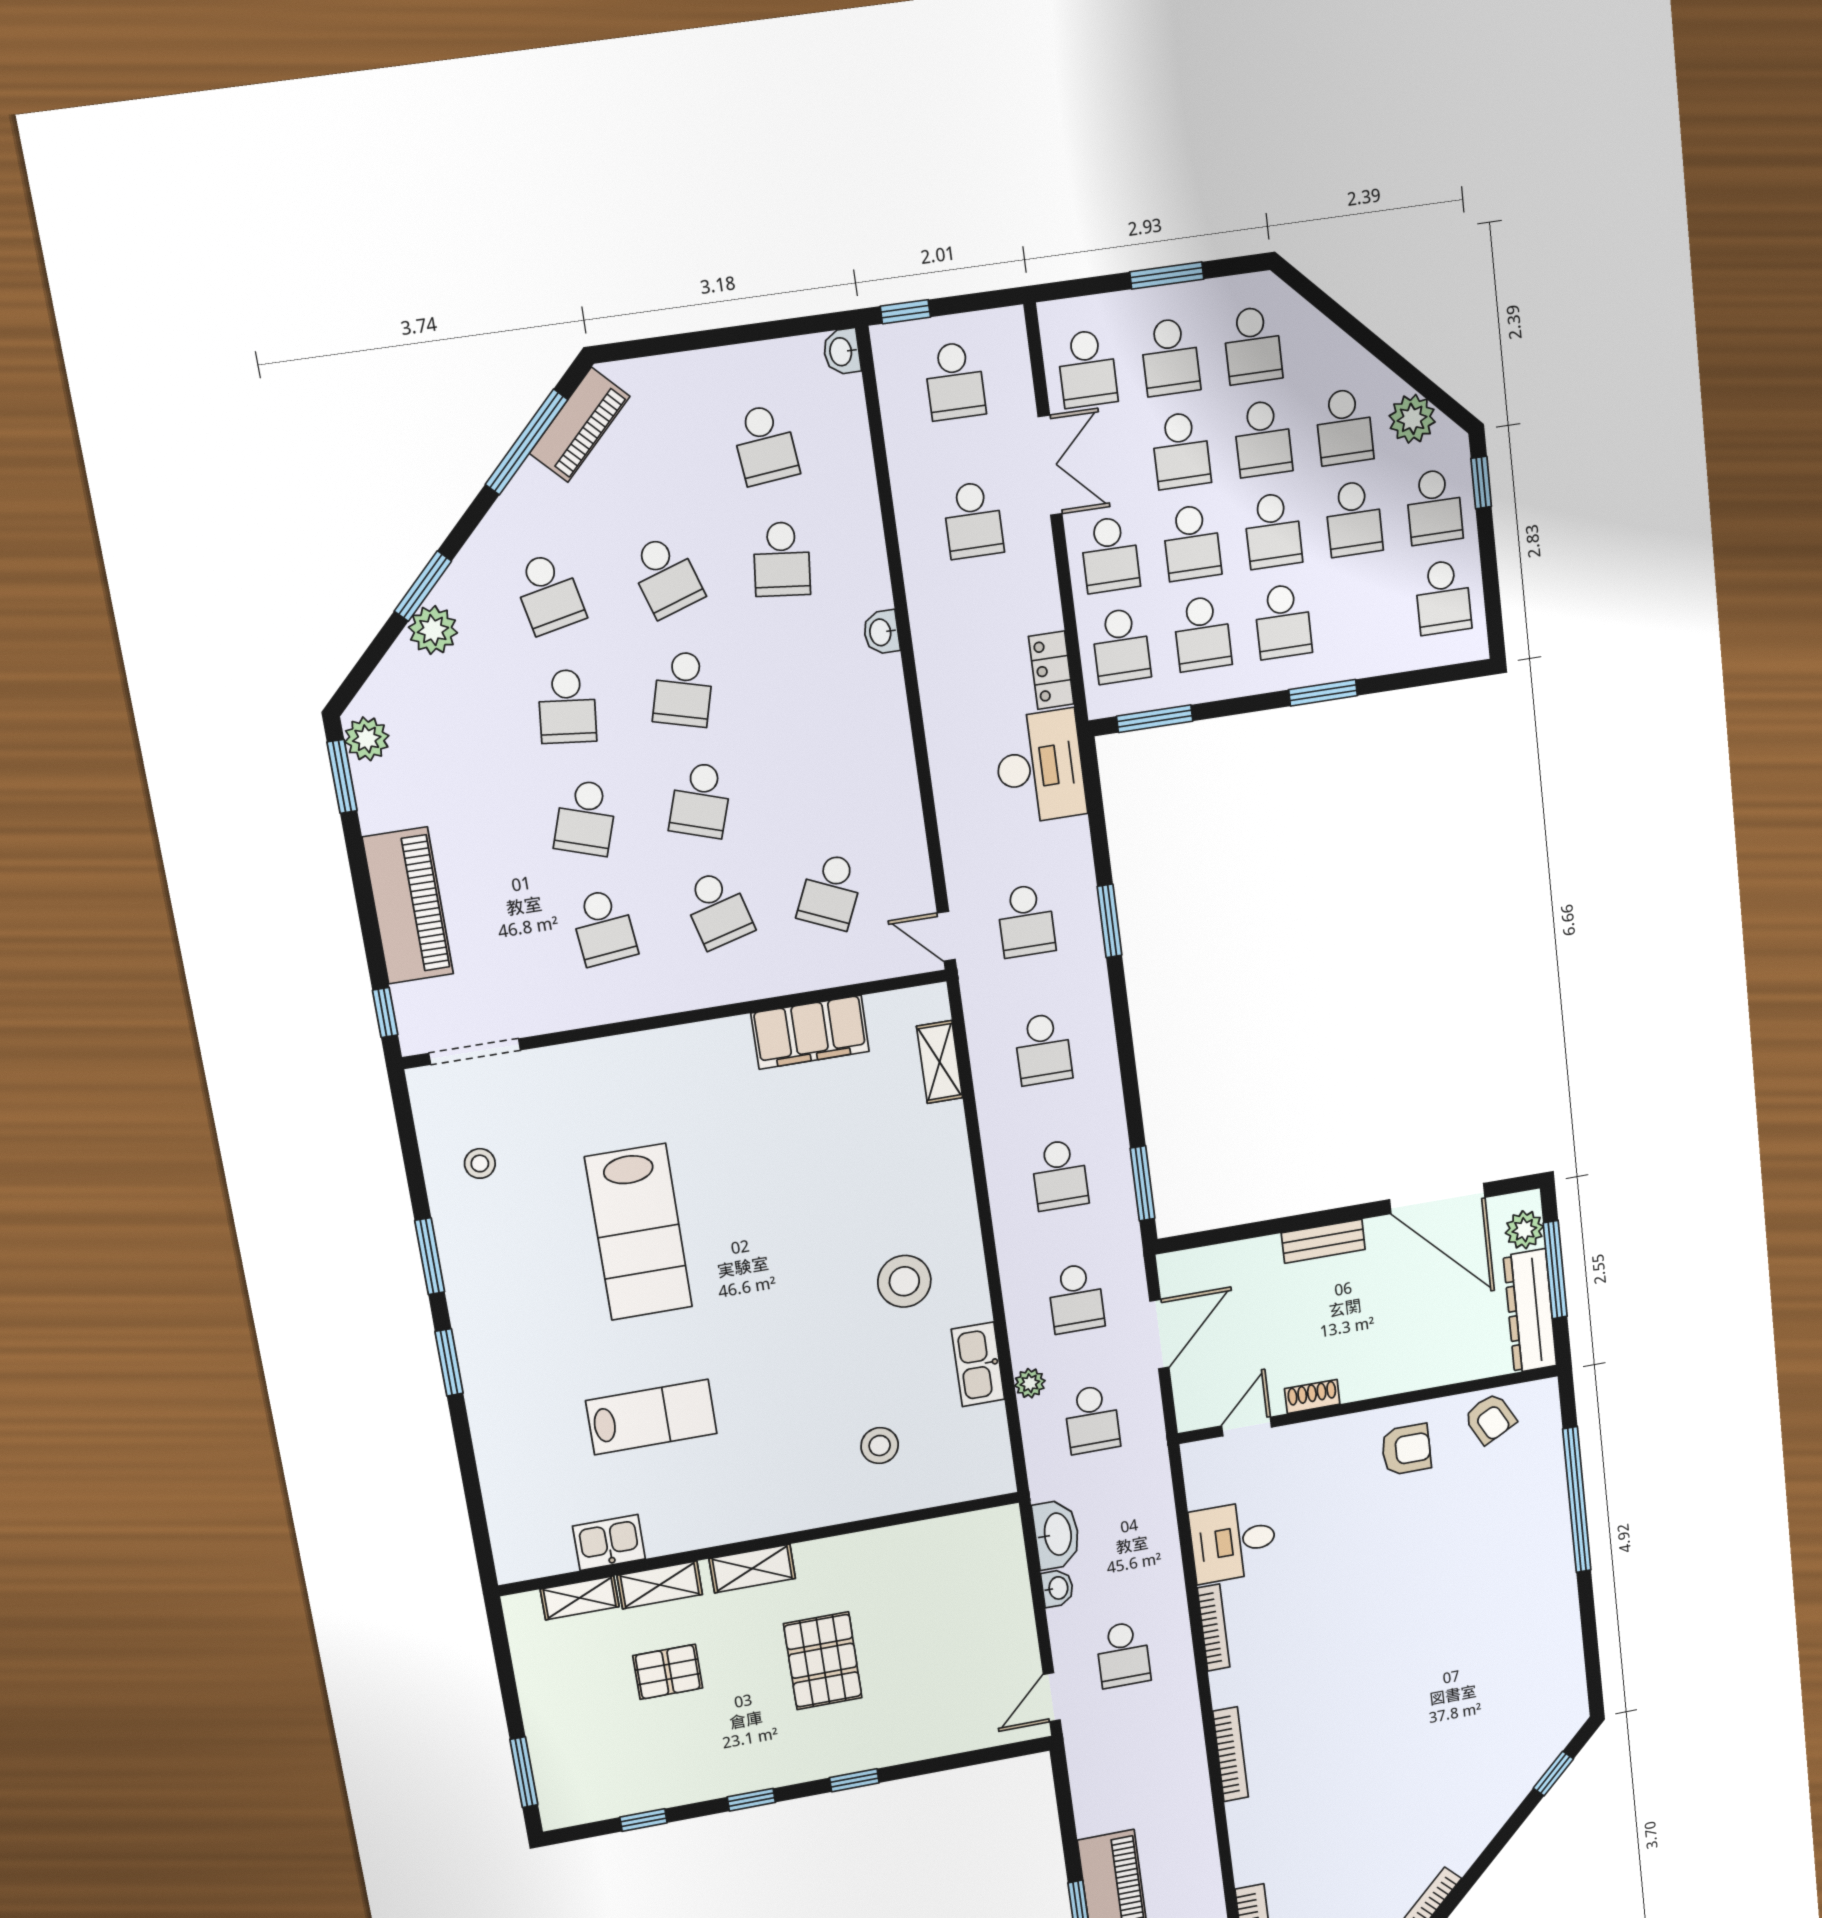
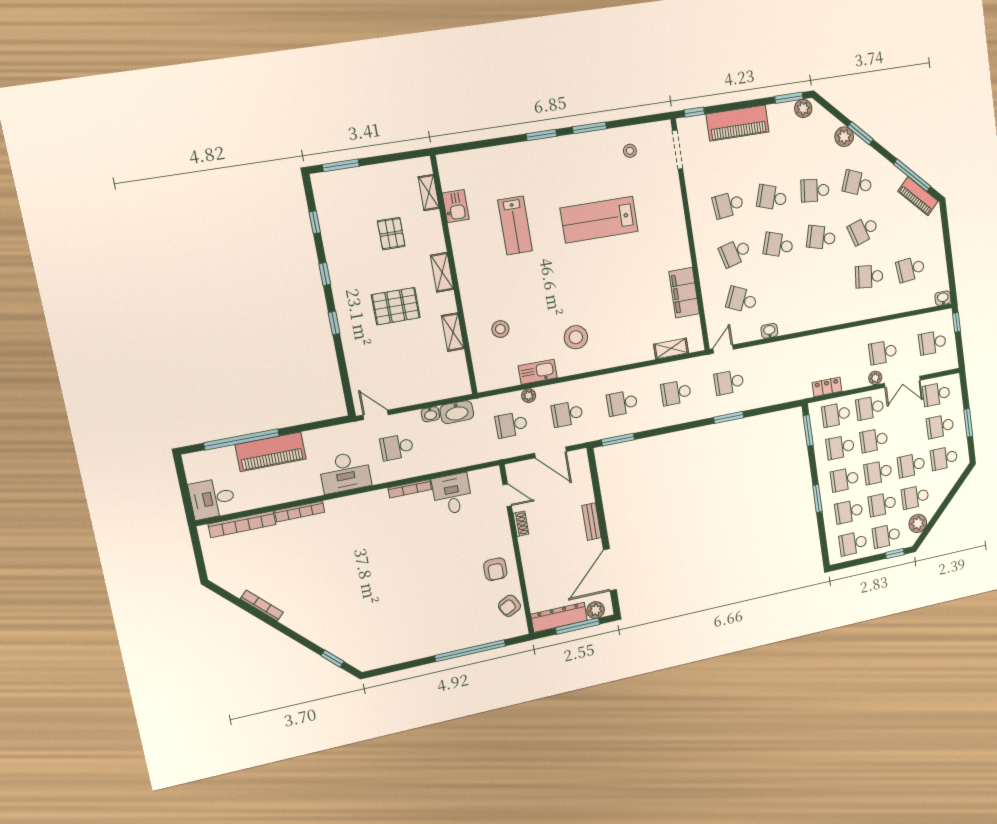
school desk: (1181, 450) -> (849, 512), moved
plant: (1036, 540) -> (875, 378), added
school desk: (549, 593) -> (857, 183), turned 33
washbasin: (881, 632) -> (769, 331), moved
desk: (1040, 767) -> (345, 472), moved
shelving: (660, 1585) -> (453, 332), moved
bookcase: (1231, 1754) -> (300, 511), moved

